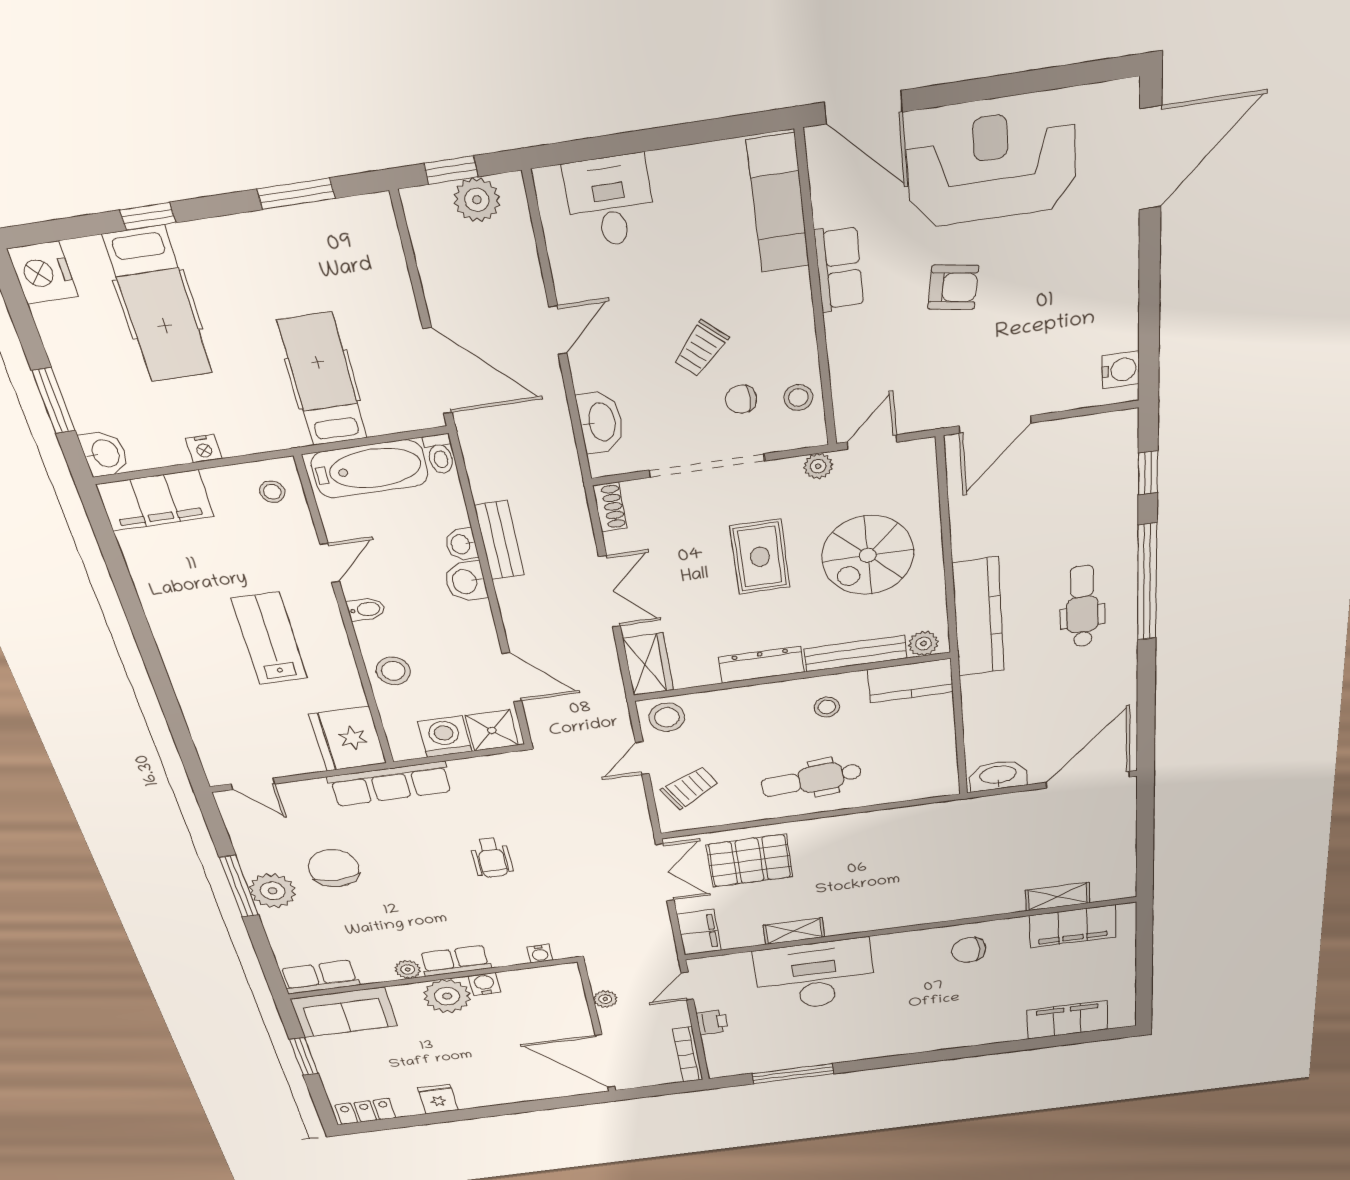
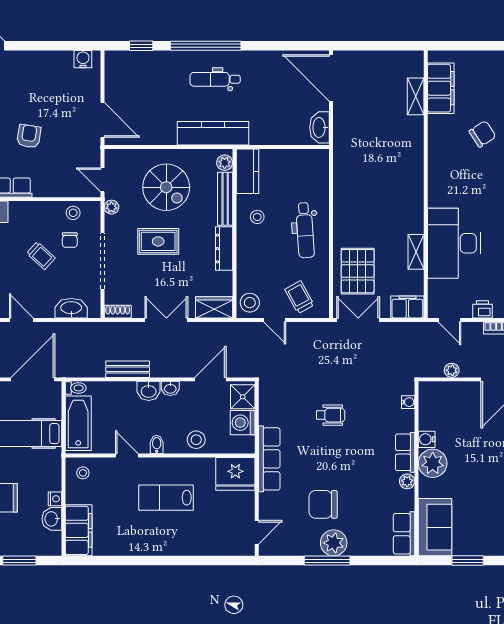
washbasin: (104, 454) -> (52, 519), moved, turned -90
washbasin: (461, 544) -> (170, 388), moved
chair: (969, 950) -> (482, 134), moved, turned -123

